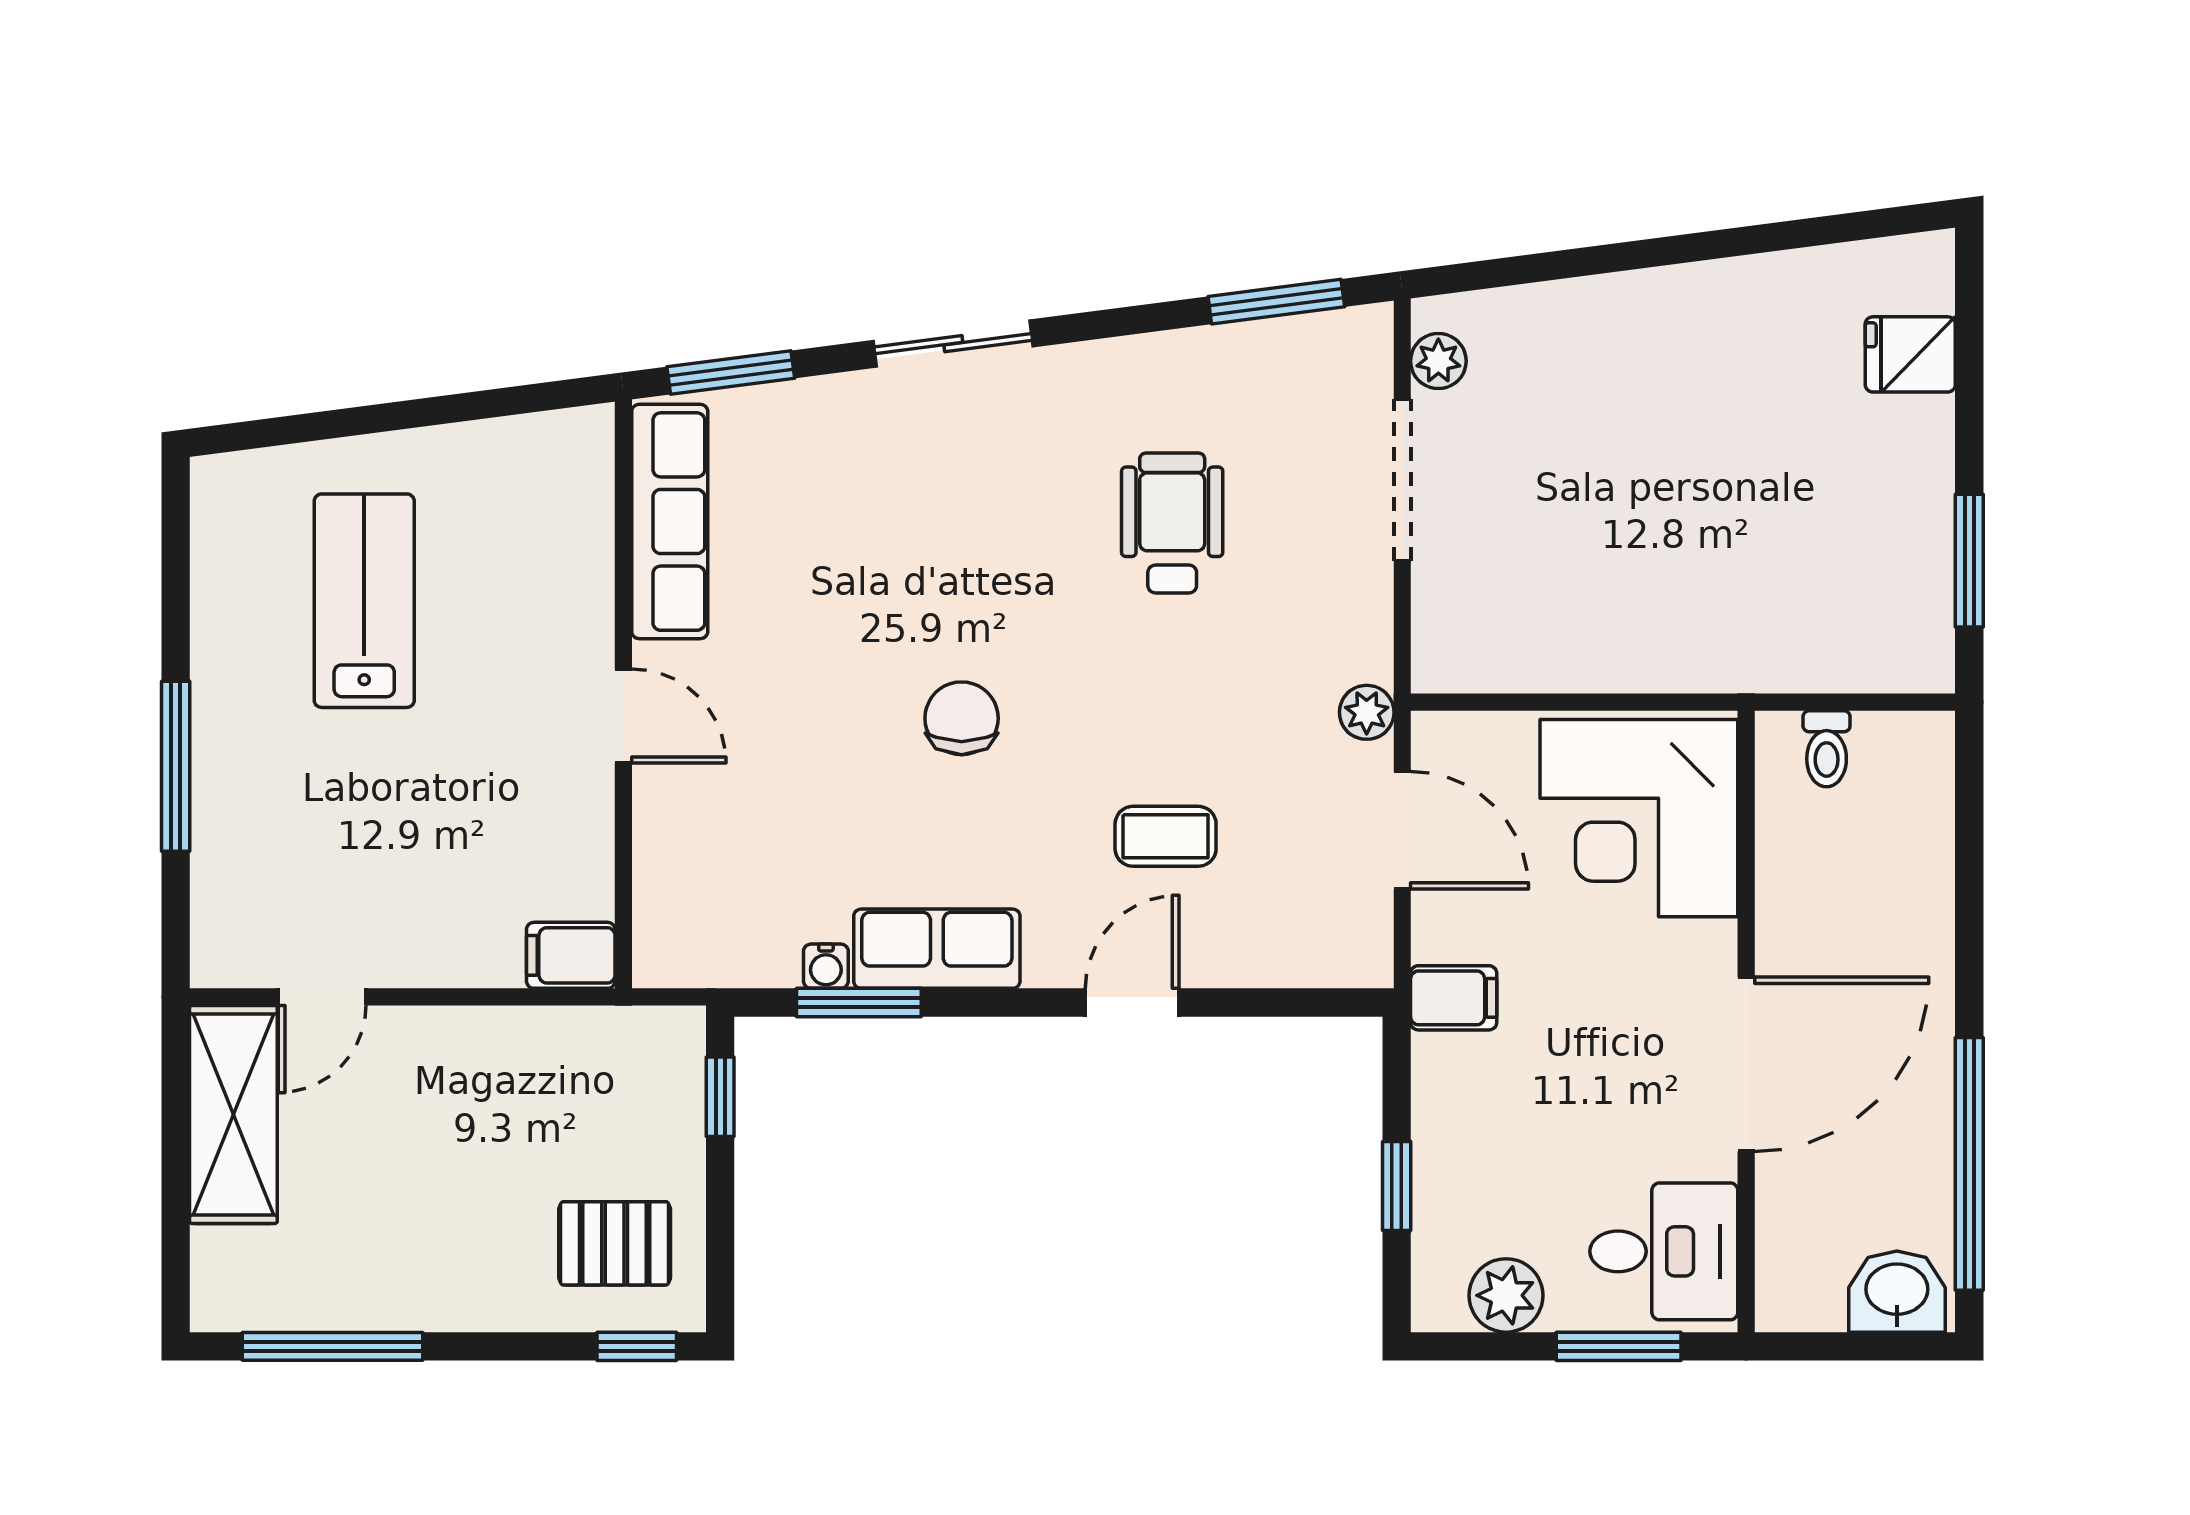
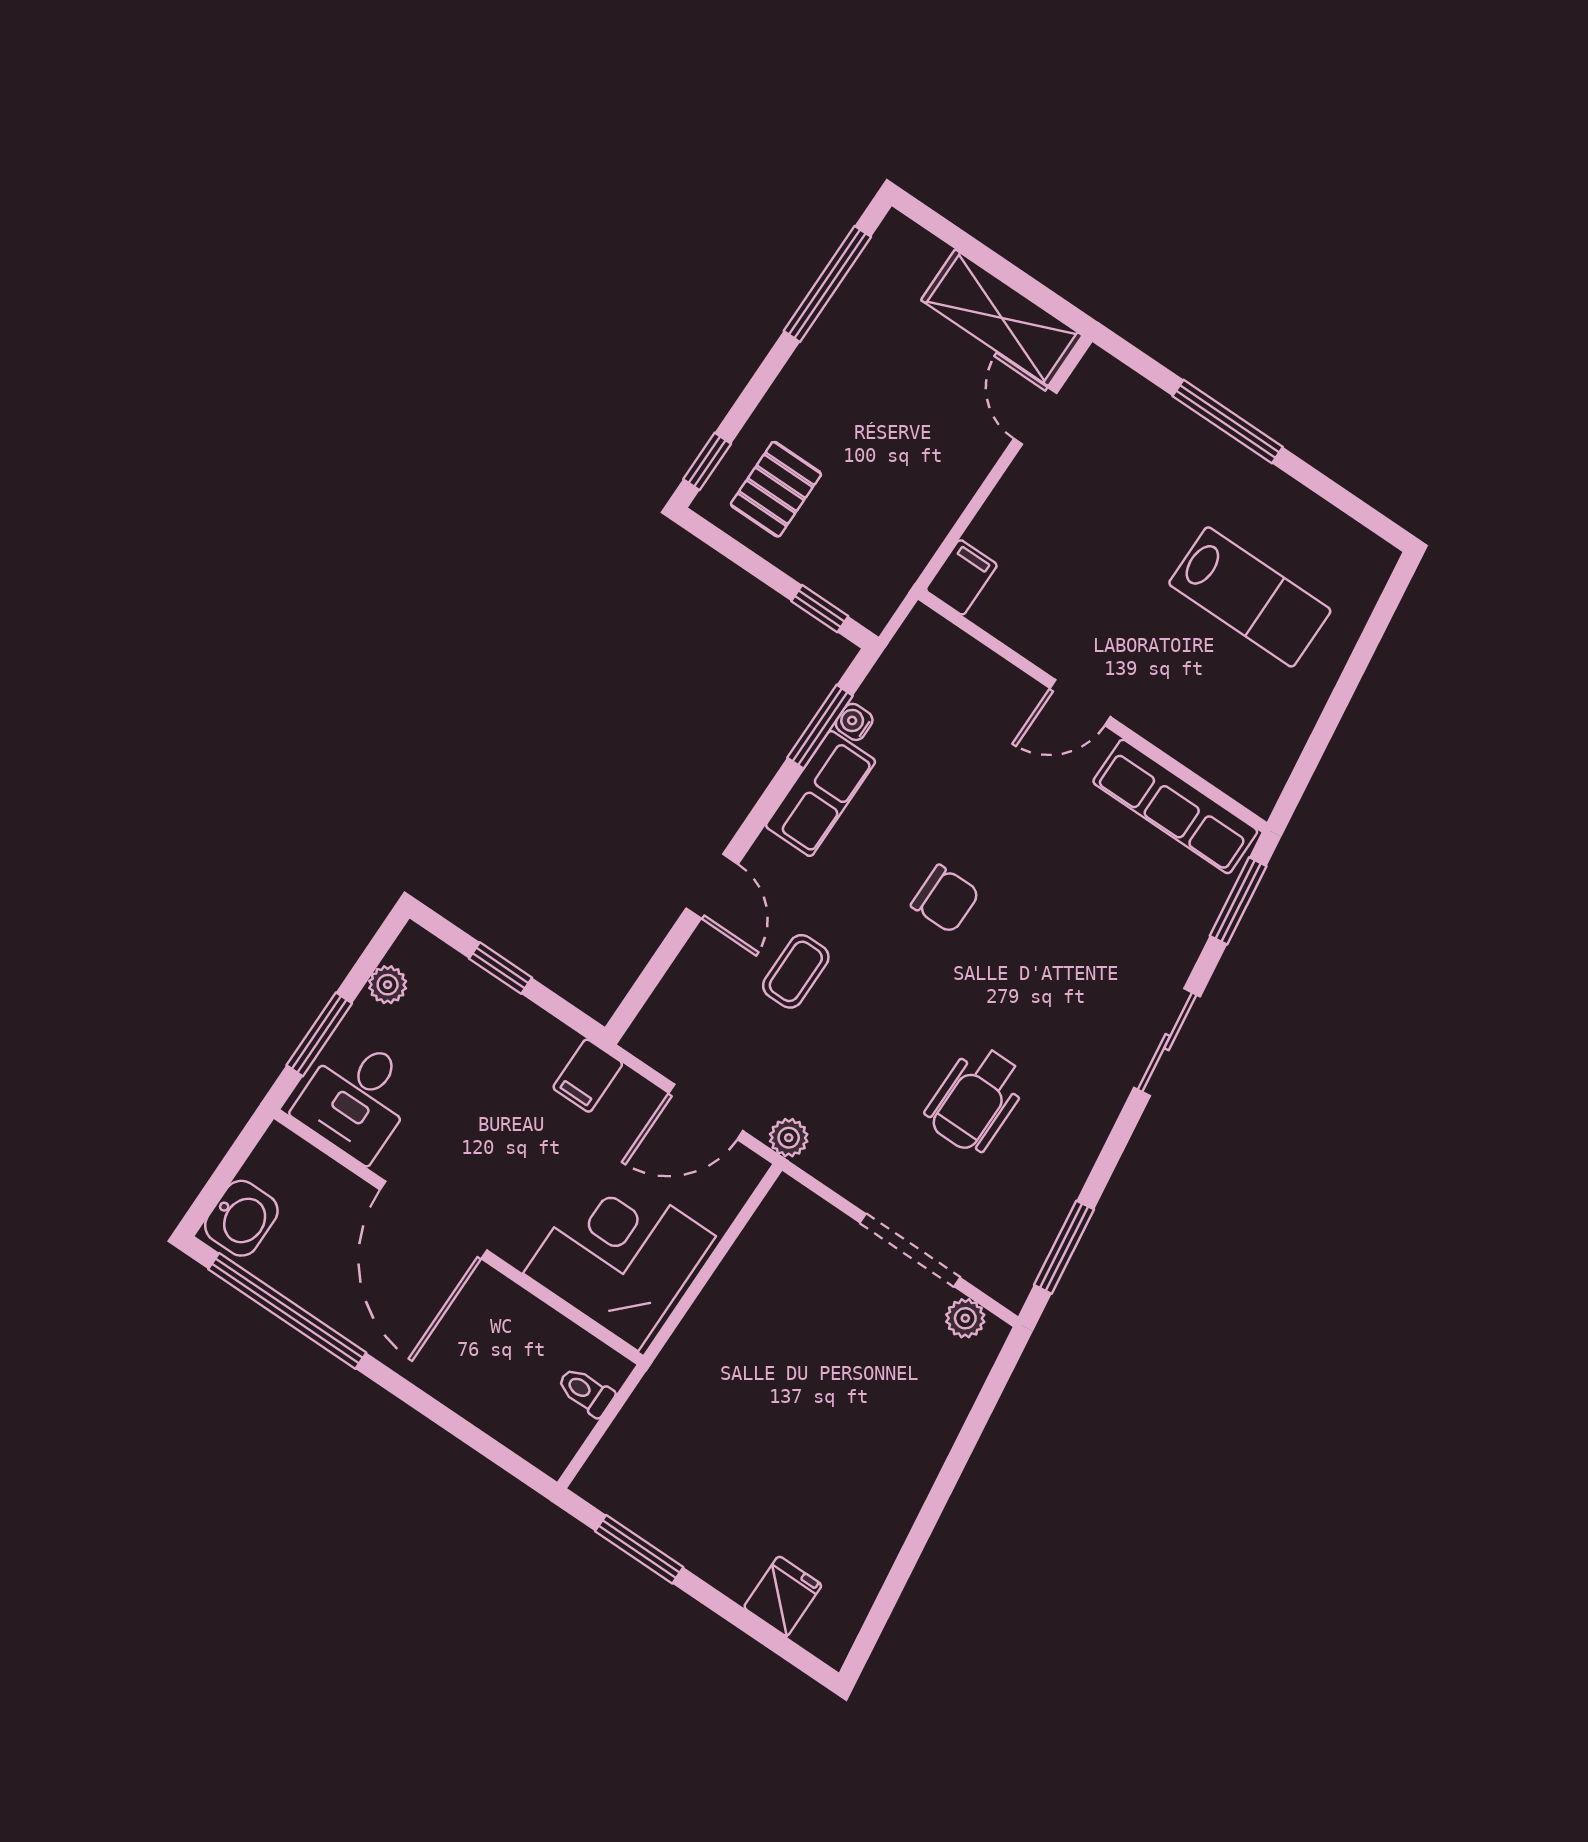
wheelchair: (1172, 523) -> (976, 1099), turned 90
plant: (1506, 1295) -> (388, 985), width x0.73, depth x0.73

